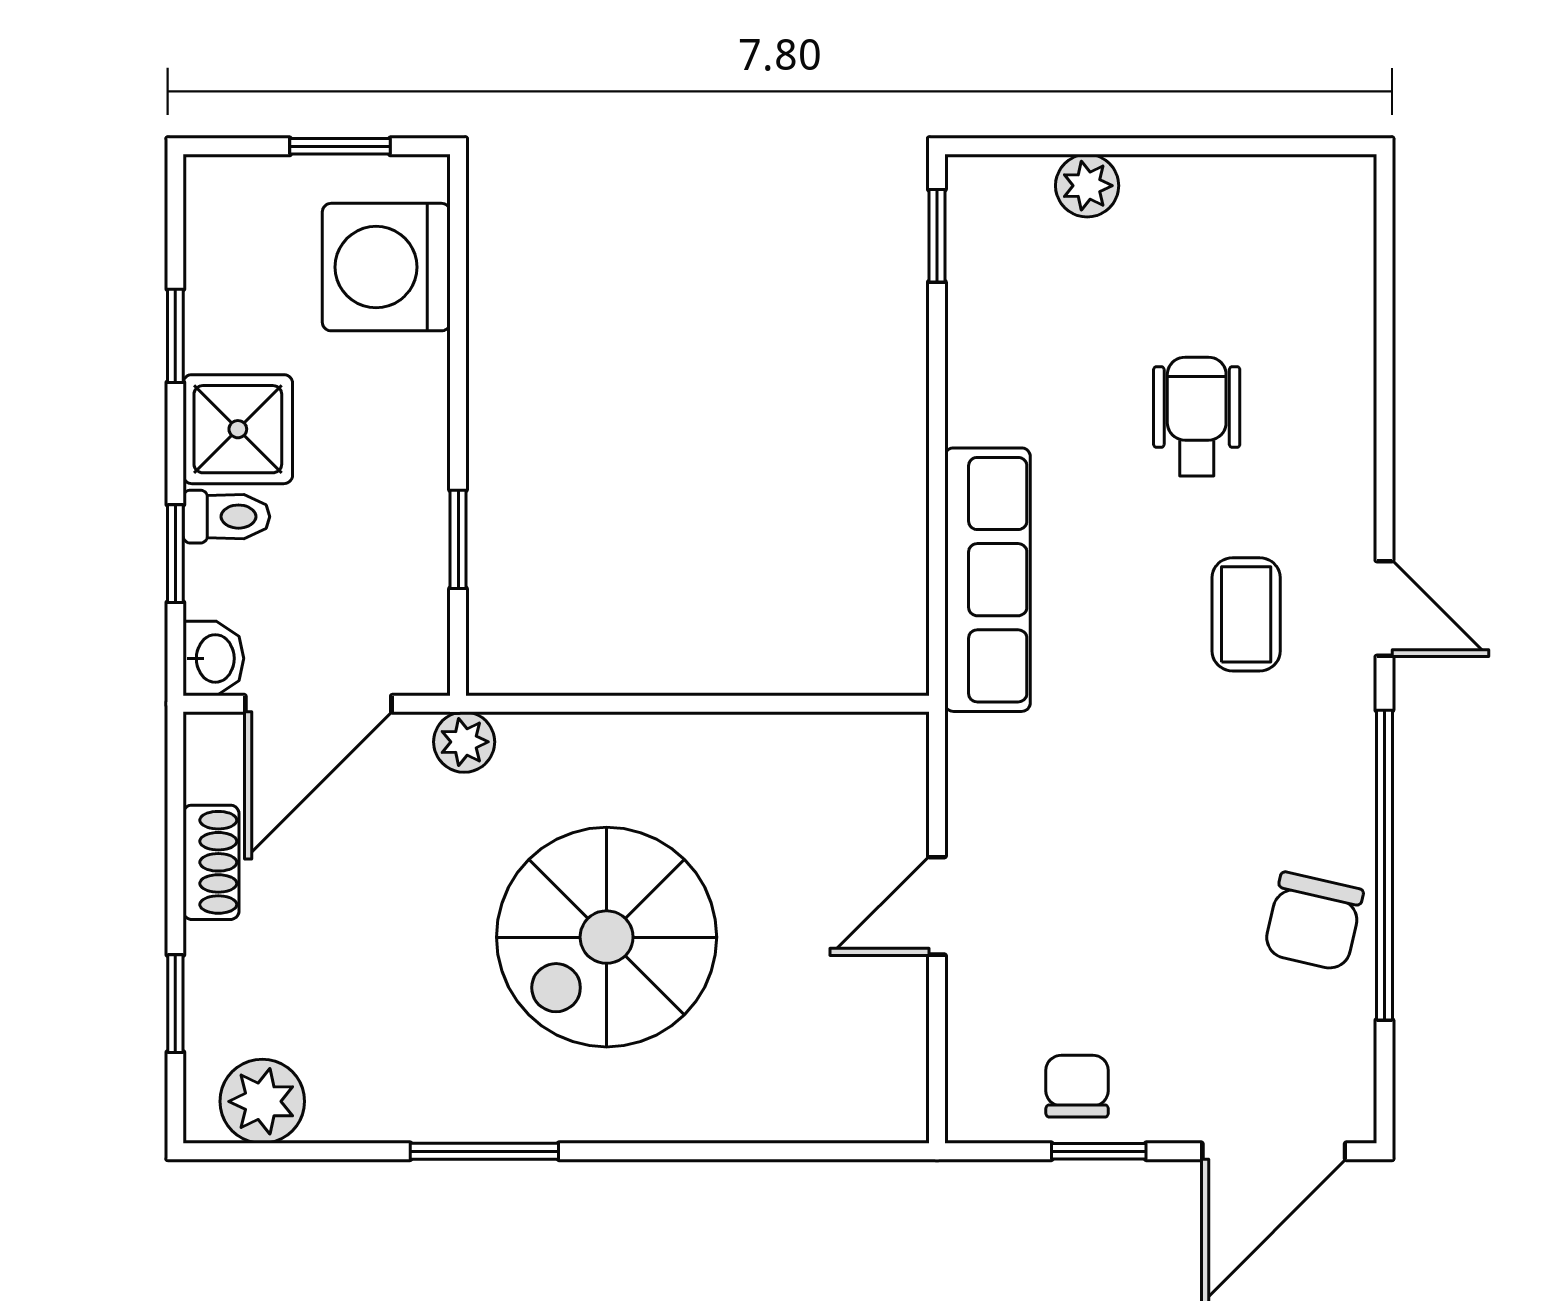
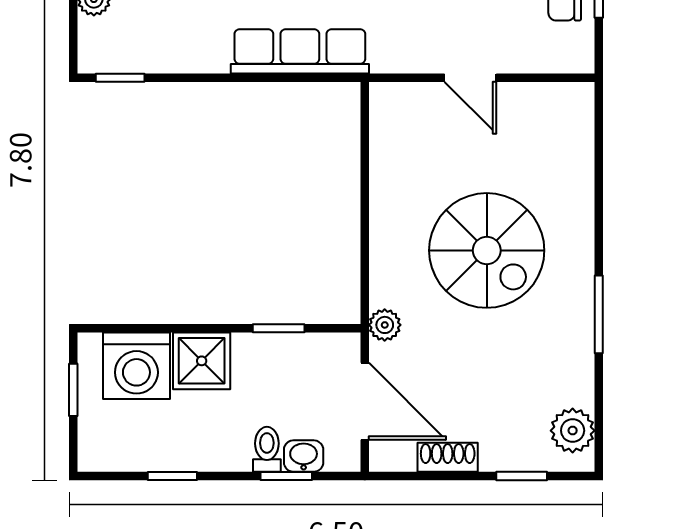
shower: (238, 429) -> (202, 361), moved
washbasin: (213, 658) -> (304, 456), moved

